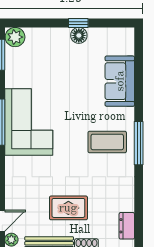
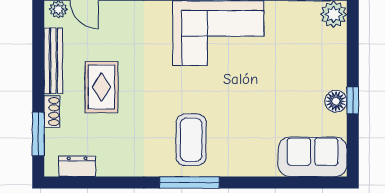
sofa: (120, 81) -> (313, 157), moved

